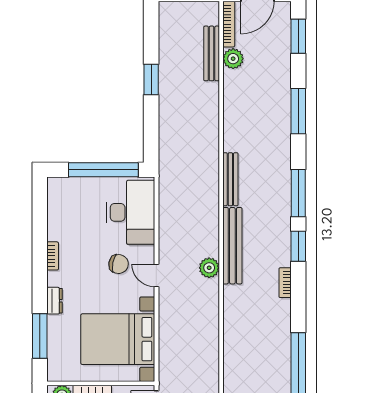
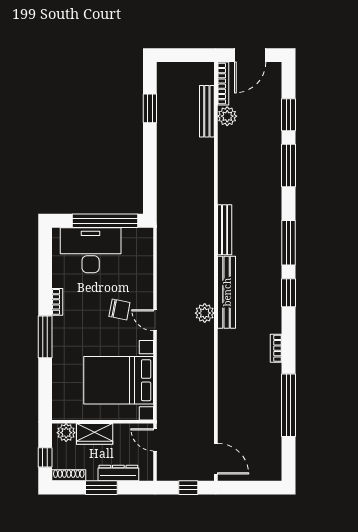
window: (298, 36) -> (289, 115), moved
window: (151, 79) -> (150, 108), moved
desk: (131, 212) -> (91, 250), moved, turned -90
bookcase: (285, 283) -> (276, 348), moved
dresser: (55, 301) -> (59, 344), removed
window: (40, 336) -> (45, 337), moved

